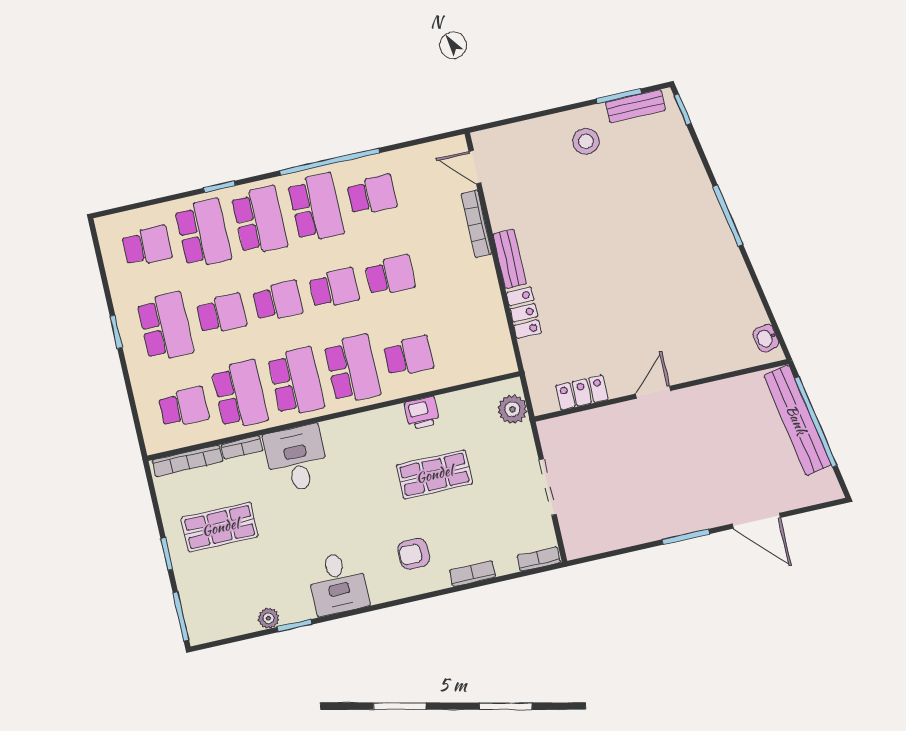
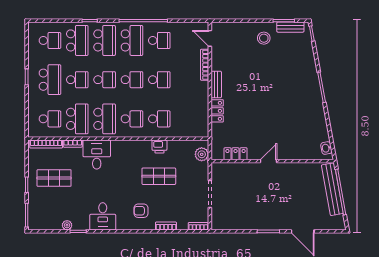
school desk: (352, 369) -> (132, 119), width x0.54

